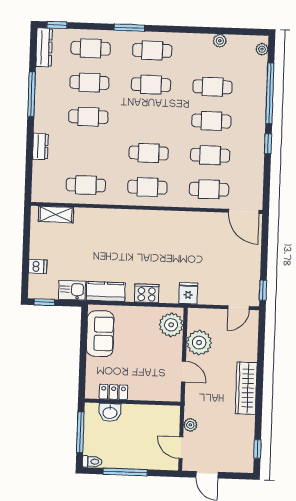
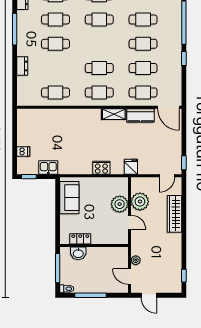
shelving: (56, 214) -> (114, 114), moved
kitchen counter: (106, 291) -> (141, 115), moved, turned 180
plant: (171, 325) -> (120, 204), moved
wardrobe: (246, 388) -> (174, 214), moved

